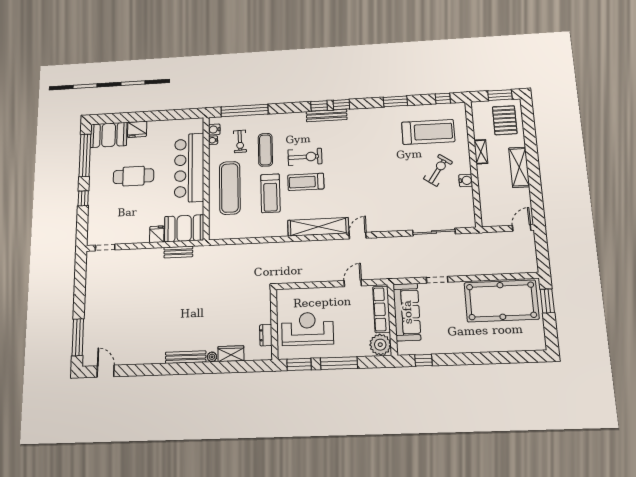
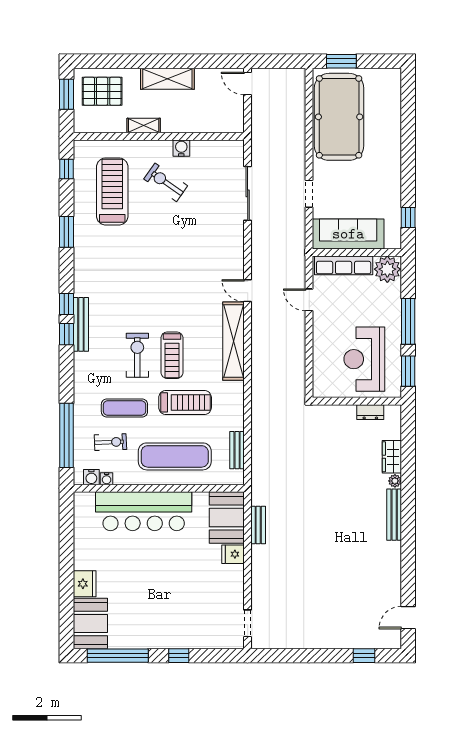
cafe table: (133, 176) -> (151, 587), removed
bench: (235, 233) -> (237, 450), added
window: (78, 337) -> (364, 656), width x0.46

